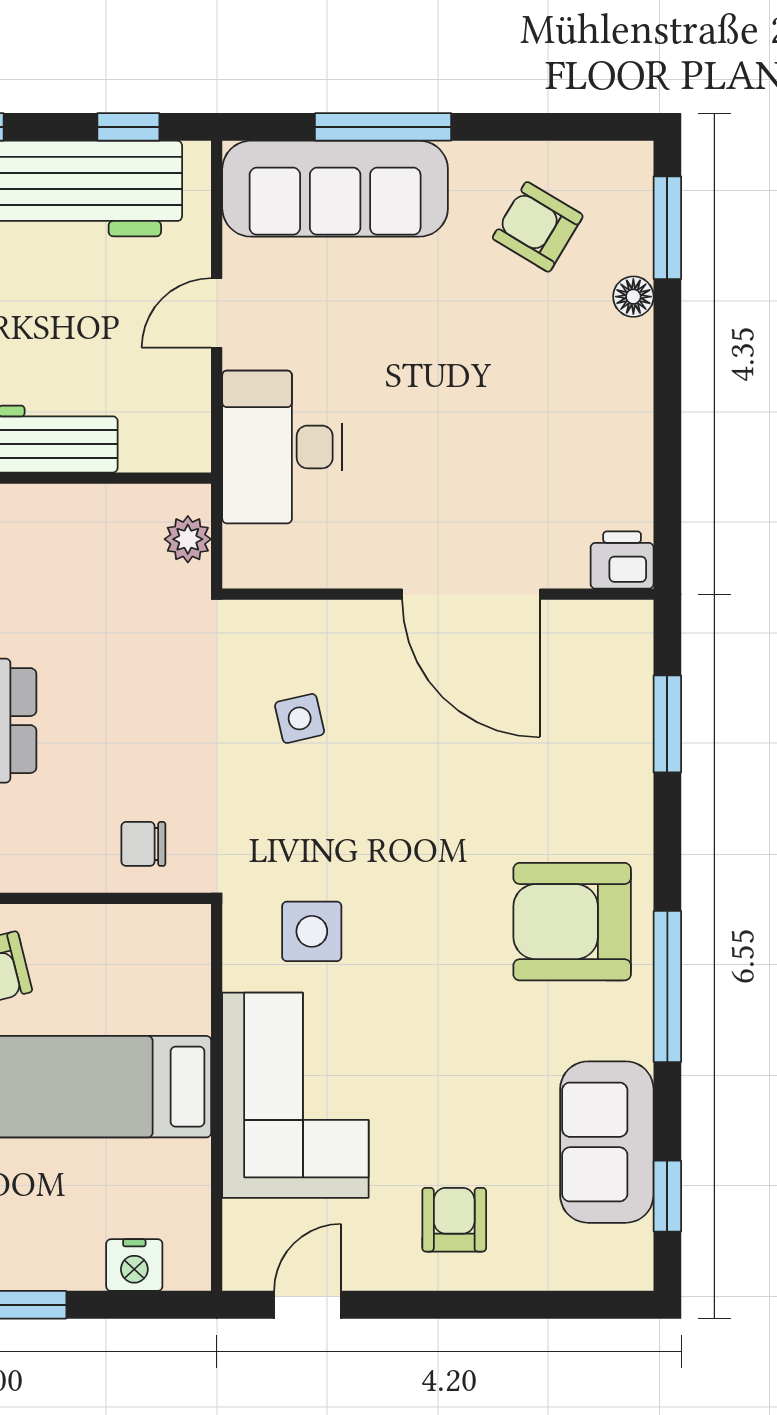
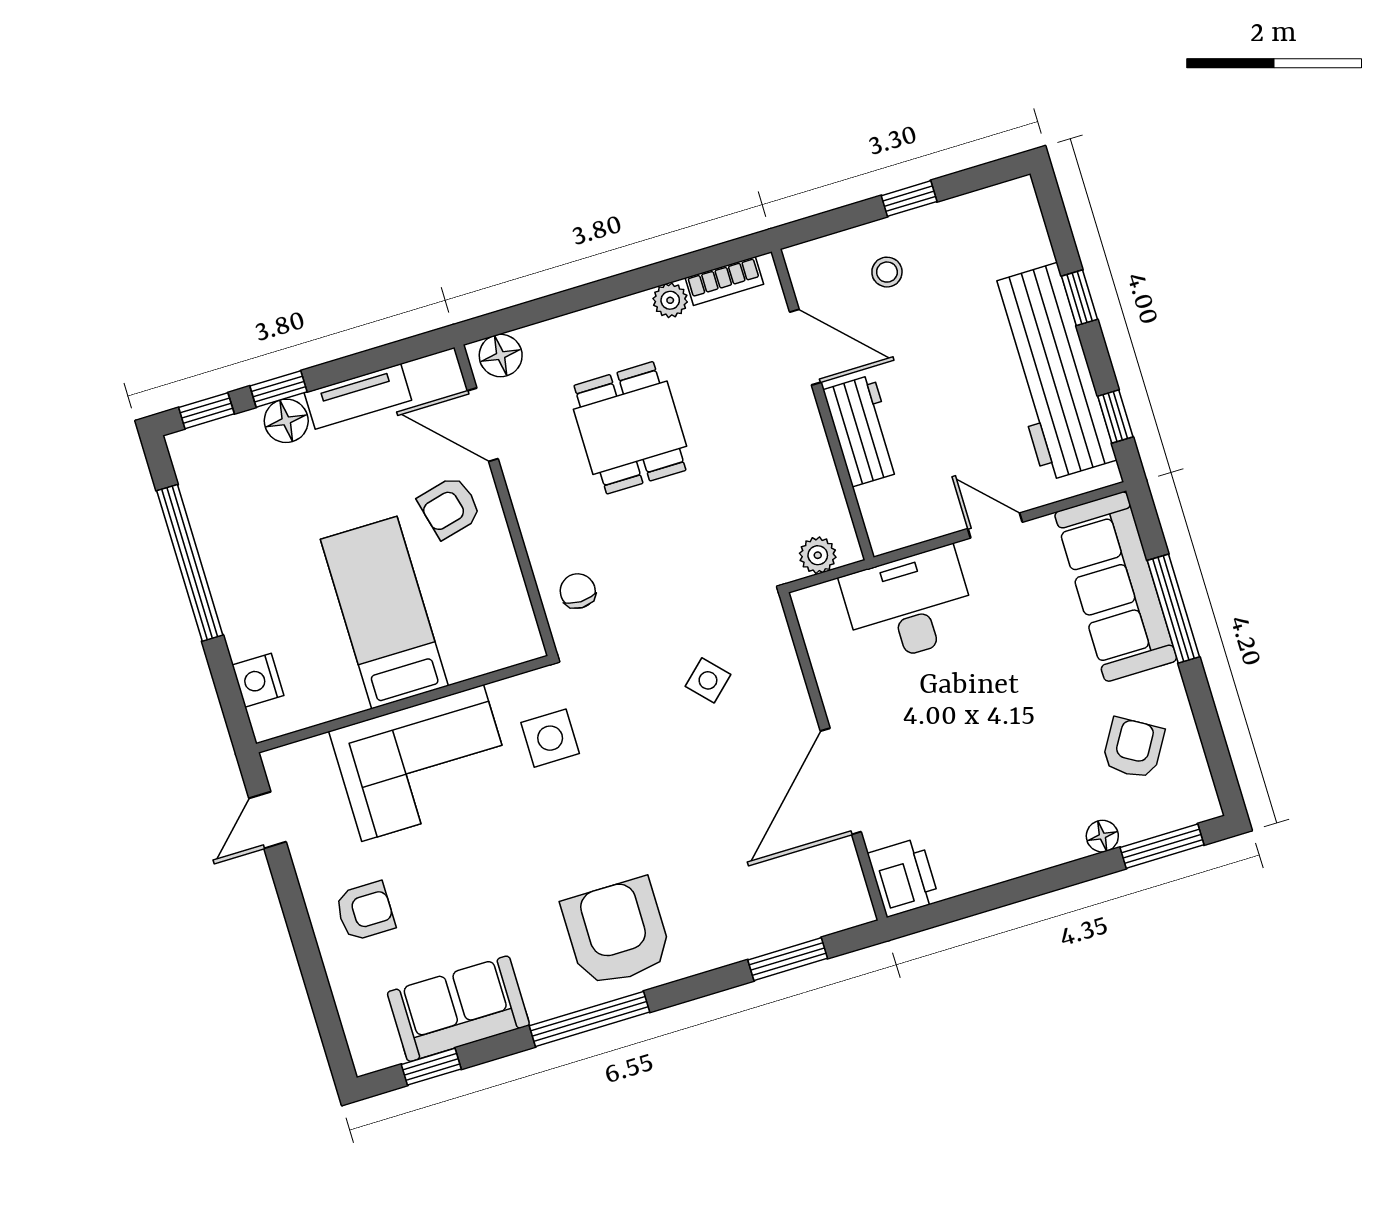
printer: (622, 560) -> (904, 877), width x1.36, depth x1.24
side table: (300, 718) -> (708, 680), turned -30
door: (308, 1305) -> (267, 820), swing flipped

